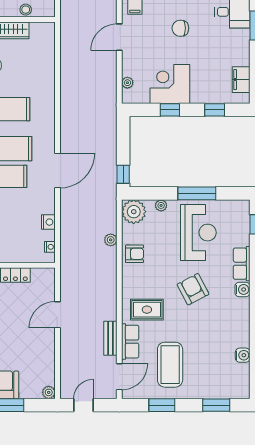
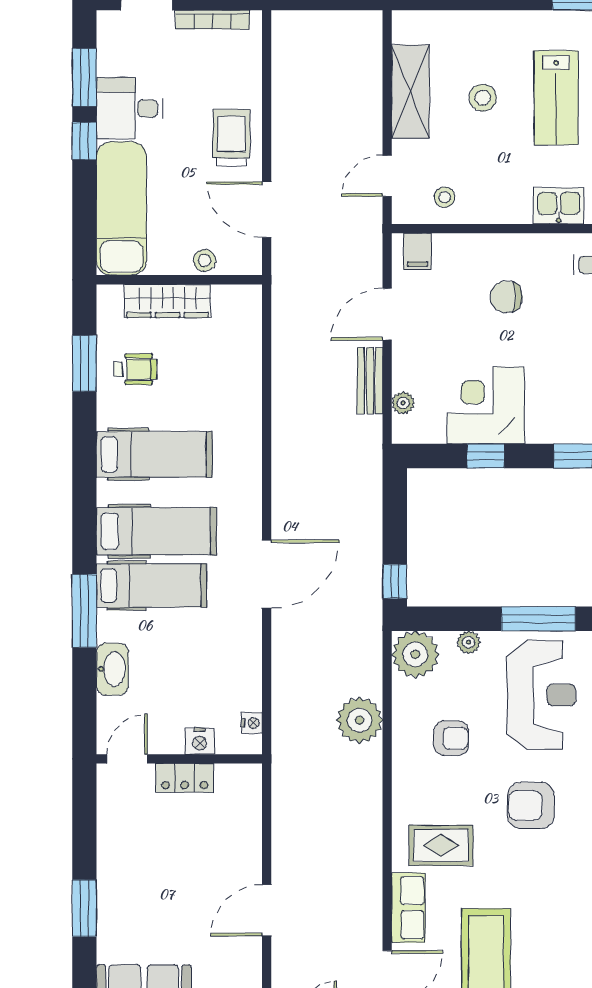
nightstand: (48, 222) -> (200, 741), moved, turned 90
plant: (111, 240) -> (360, 720), width x1.87, depth x1.87
armchair: (135, 254) -> (451, 738), moved
armchair: (193, 289) -> (531, 806), turned -62
door: (57, 315) -> (267, 910), moved
bench: (110, 338) -> (370, 381), moved

